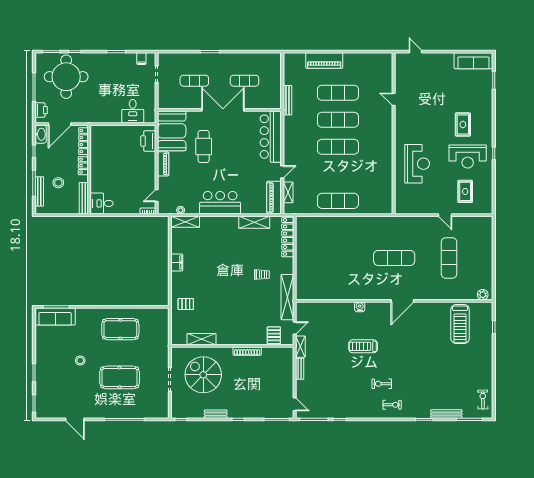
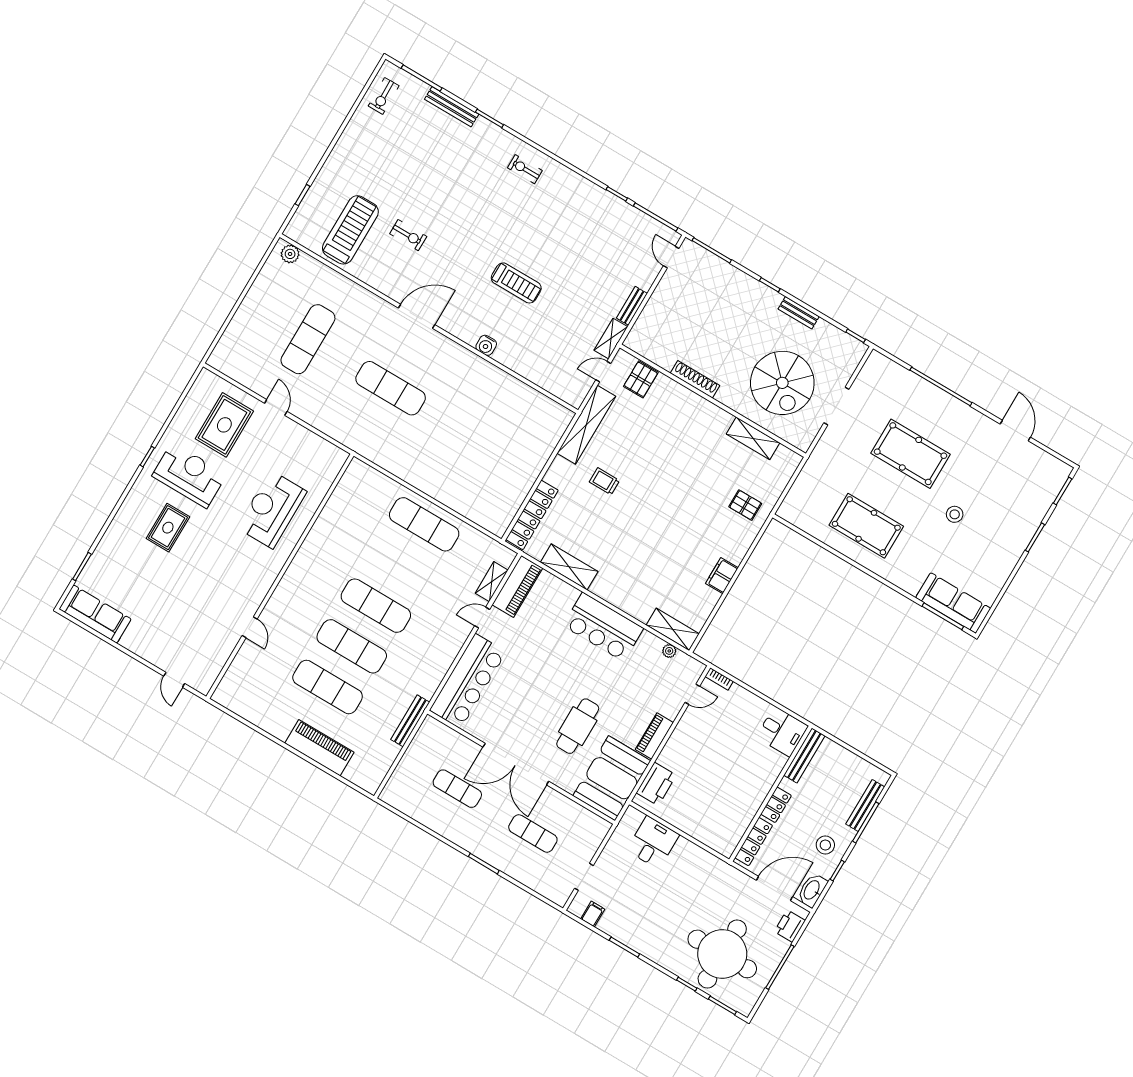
stool: (58, 183) -> (825, 845), moved
rug: (465, 191) -> (224, 425), width x1.36, depth x1.43
exercise bike: (382, 384) -> (408, 235), moved

